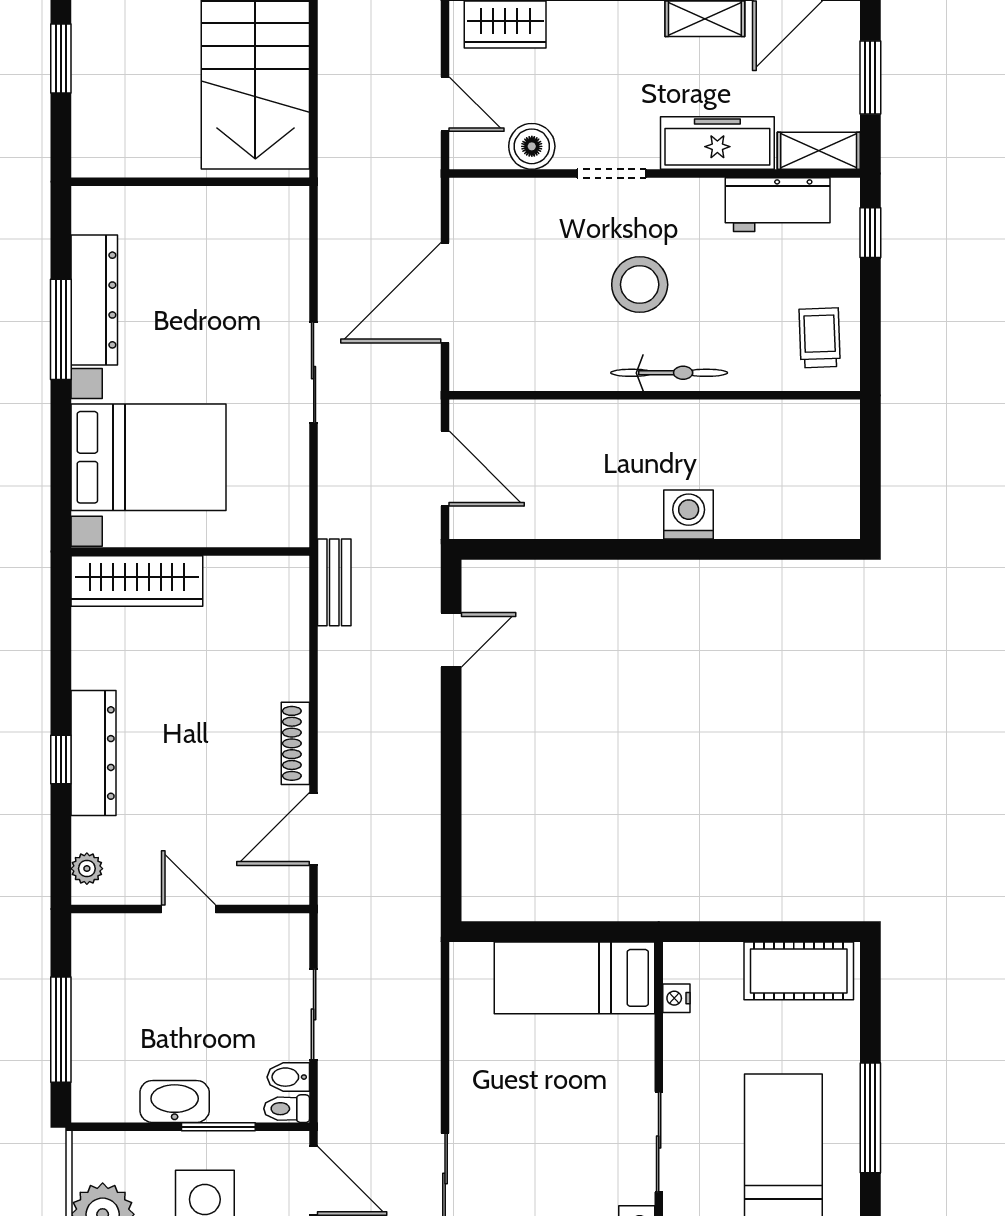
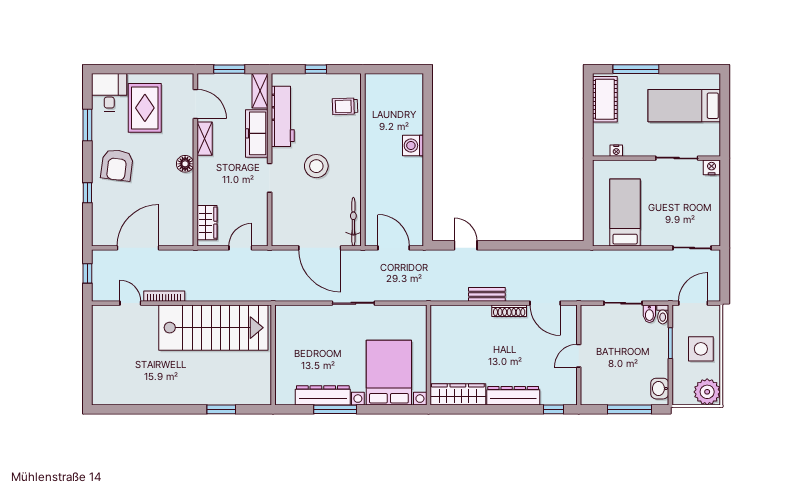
boiler: (532, 146) -> (258, 211), removed
workbench: (778, 205) -> (283, 116), width x1.38
window: (870, 233) -> (316, 69), moved
trolley: (820, 338) -> (345, 106), moved
bicycle: (669, 373) -> (353, 222), moved
door: (445, 468) -> (394, 248), hinge flipped
wardrobe: (137, 581) -> (458, 394), moved, turned -90
bench: (334, 582) -> (487, 294), moved
window: (61, 759) -> (554, 409), moved
plant: (87, 869) -> (562, 398), removed
bed: (574, 978) -> (625, 213), moved, turned 180
washbasin: (175, 1101) -> (660, 389), moved, width x0.72
window: (870, 1118) -> (636, 69), moved

